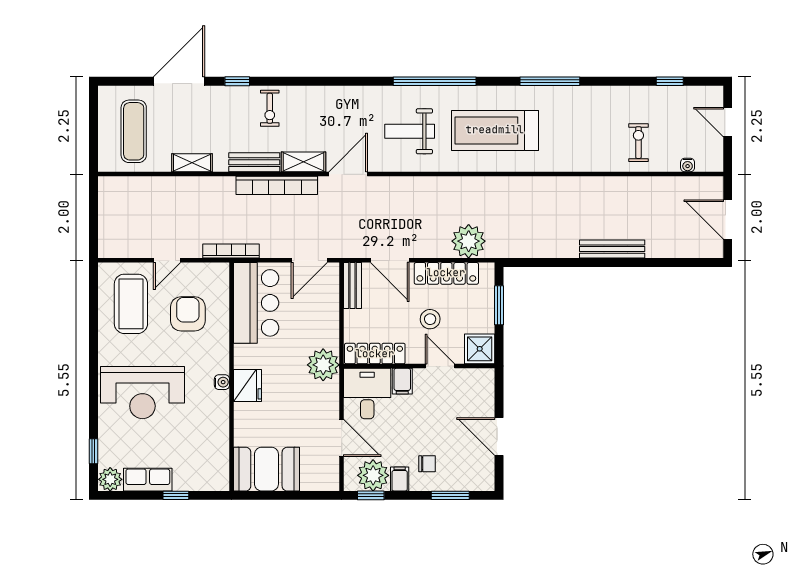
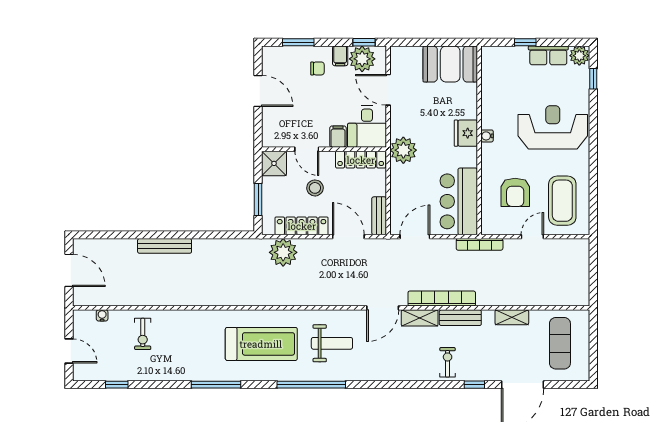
chair: (427, 464) -> (317, 68), turned 180

